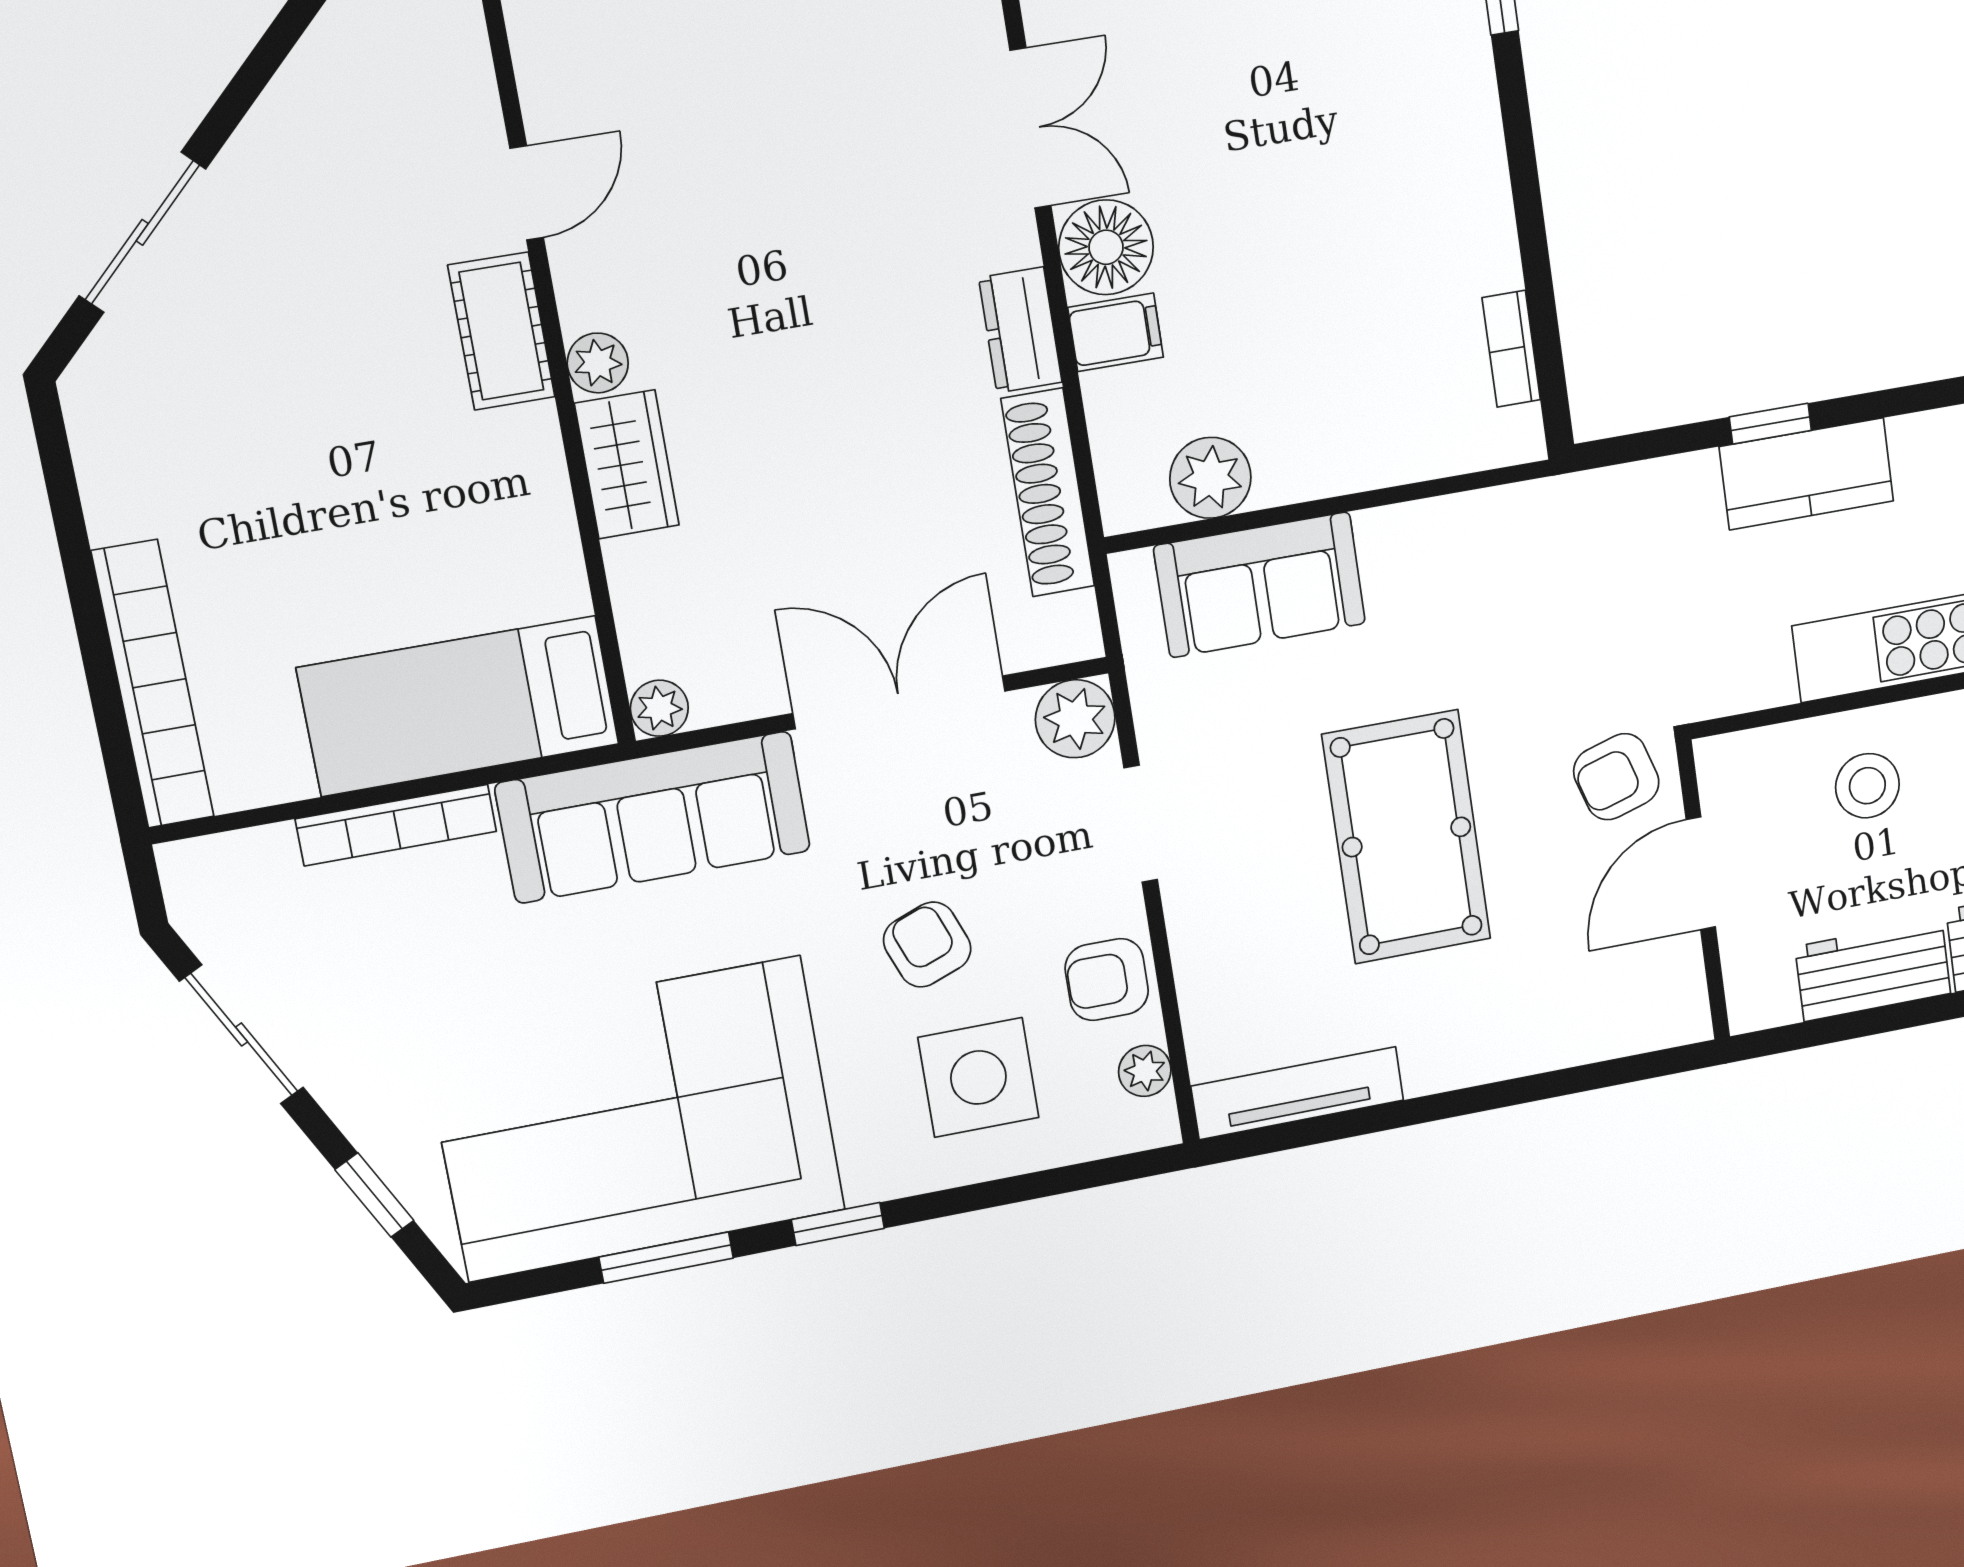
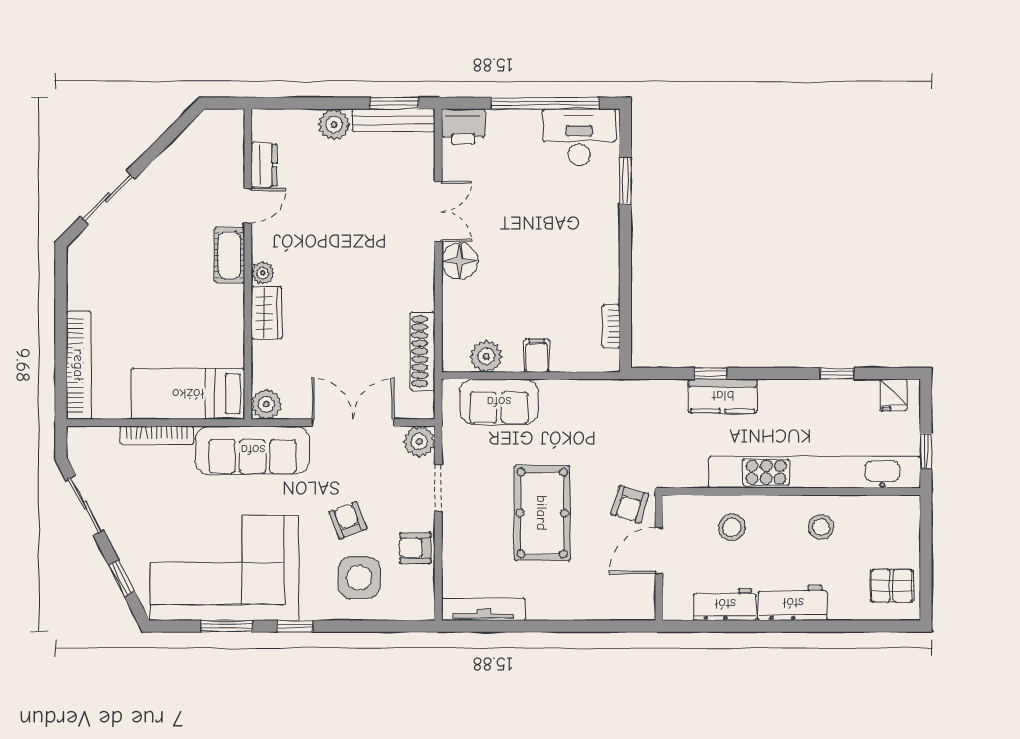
dresser: (1020, 330) -> (264, 165), moved, turned 180
filing cabinet: (1116, 332) -> (537, 356), moved, turned -90
plant: (659, 708) -> (266, 404), width x1.38, depth x1.38
armchair: (1616, 777) -> (630, 504), turned -56
plant: (1145, 1071) -> (424, 588), removed

